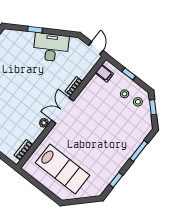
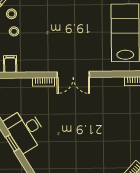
window: (35, 30) -> (12, 143), moved
plant: (44, 123) -> (97, 82), removed

